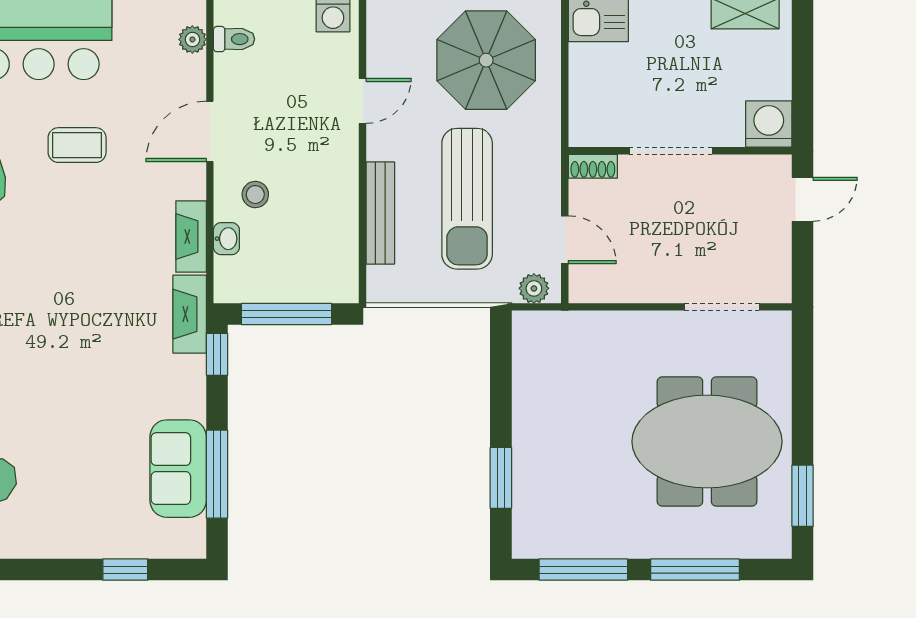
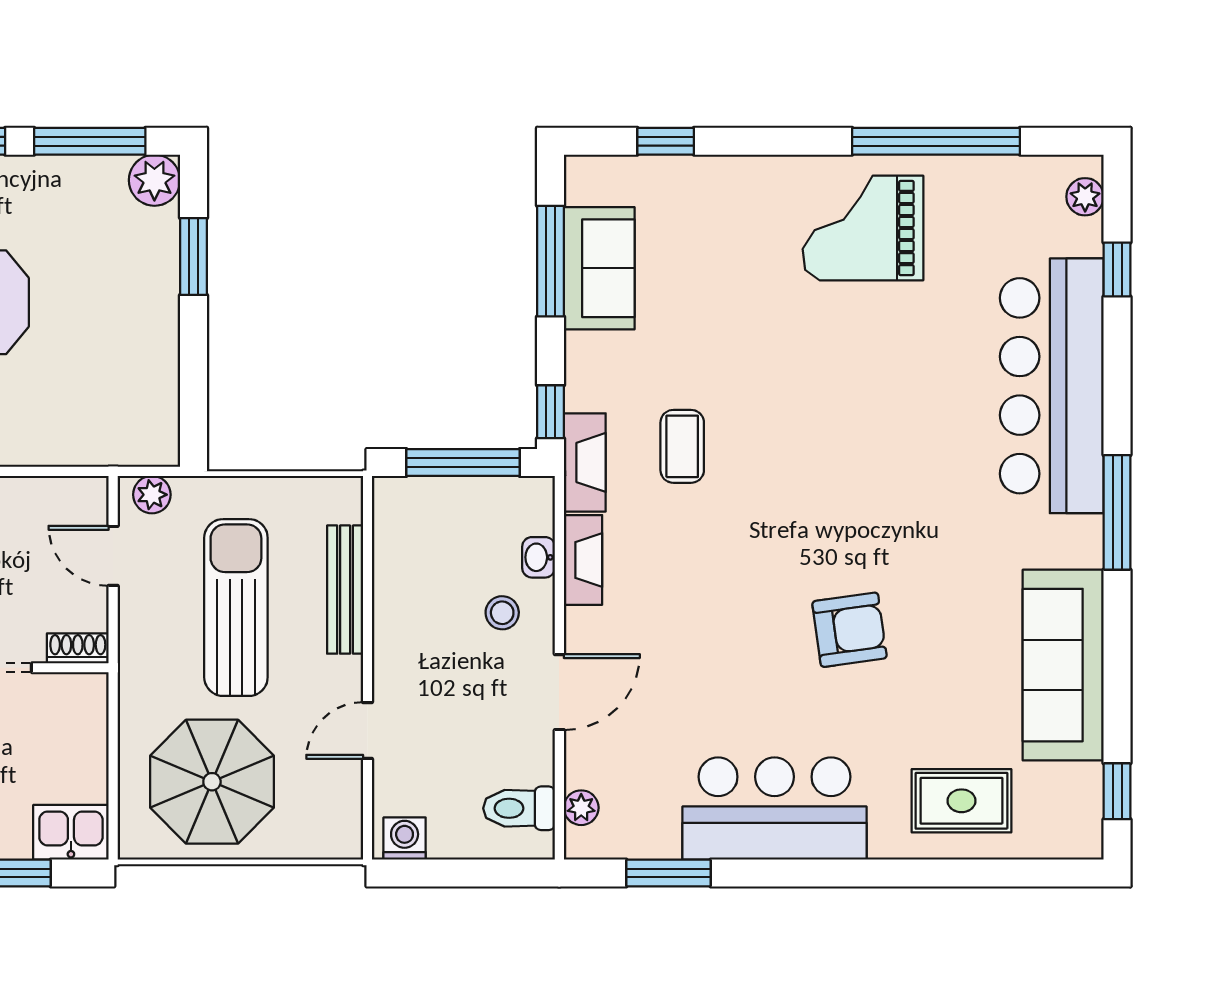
toilet: (234, 39) -> (519, 808), width x1.37, depth x1.39
coffee table: (77, 145) -> (682, 446), moved, turned 90
plant: (532, 539) -> (154, 180), added

